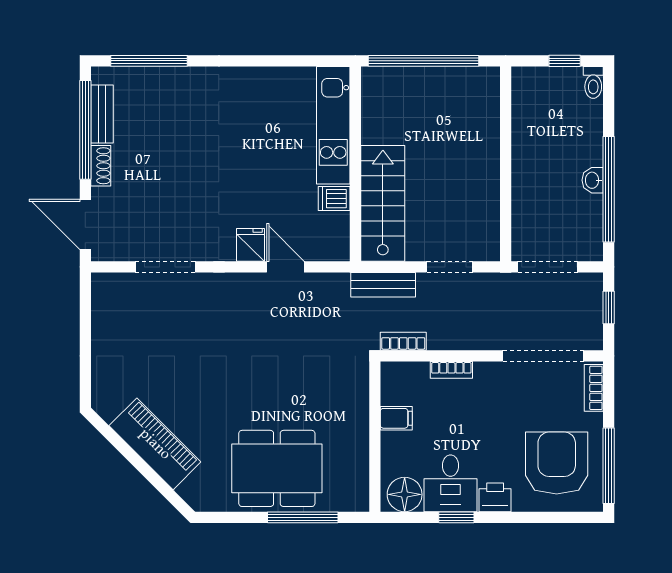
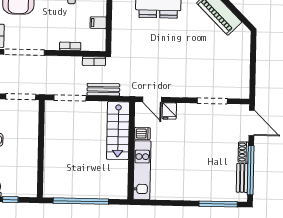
kitchen unit: (333, 125) -> (142, 170), moved
wall: (355, 164) -> (131, 151), moved
dishwasher: (334, 199) -> (142, 133), moved
stairs: (383, 203) -> (118, 131), moved
doorway: (450, 267) -> (70, 98), width x1.38

